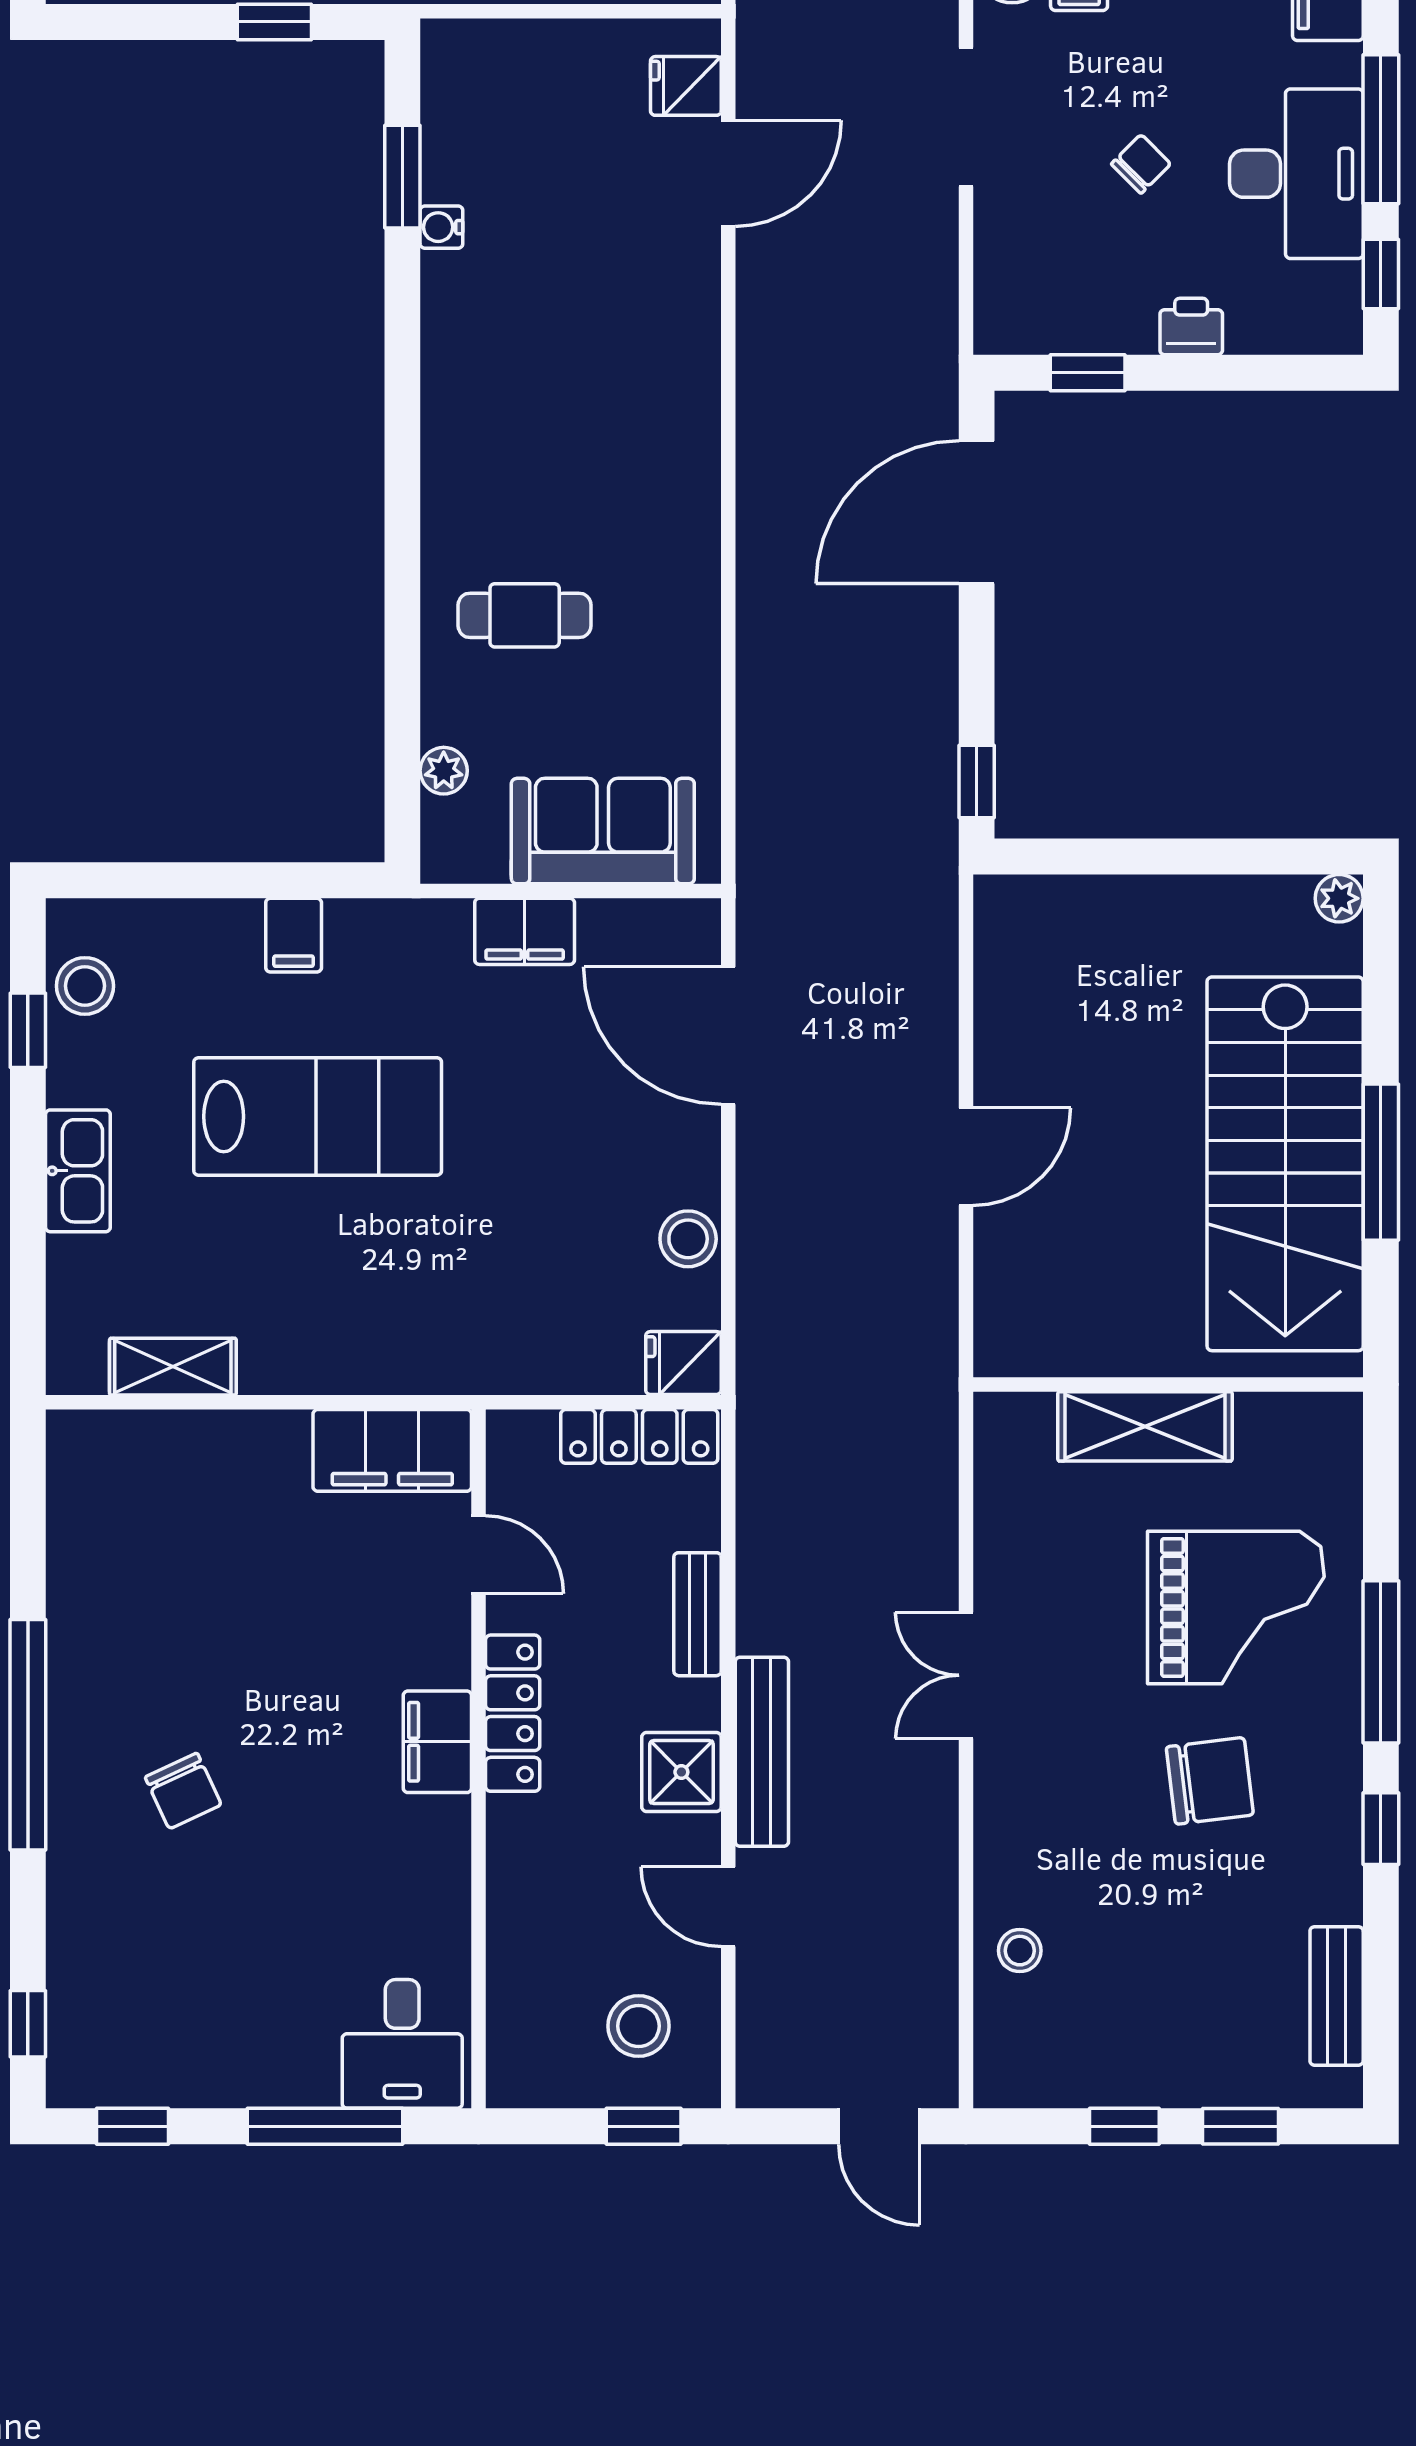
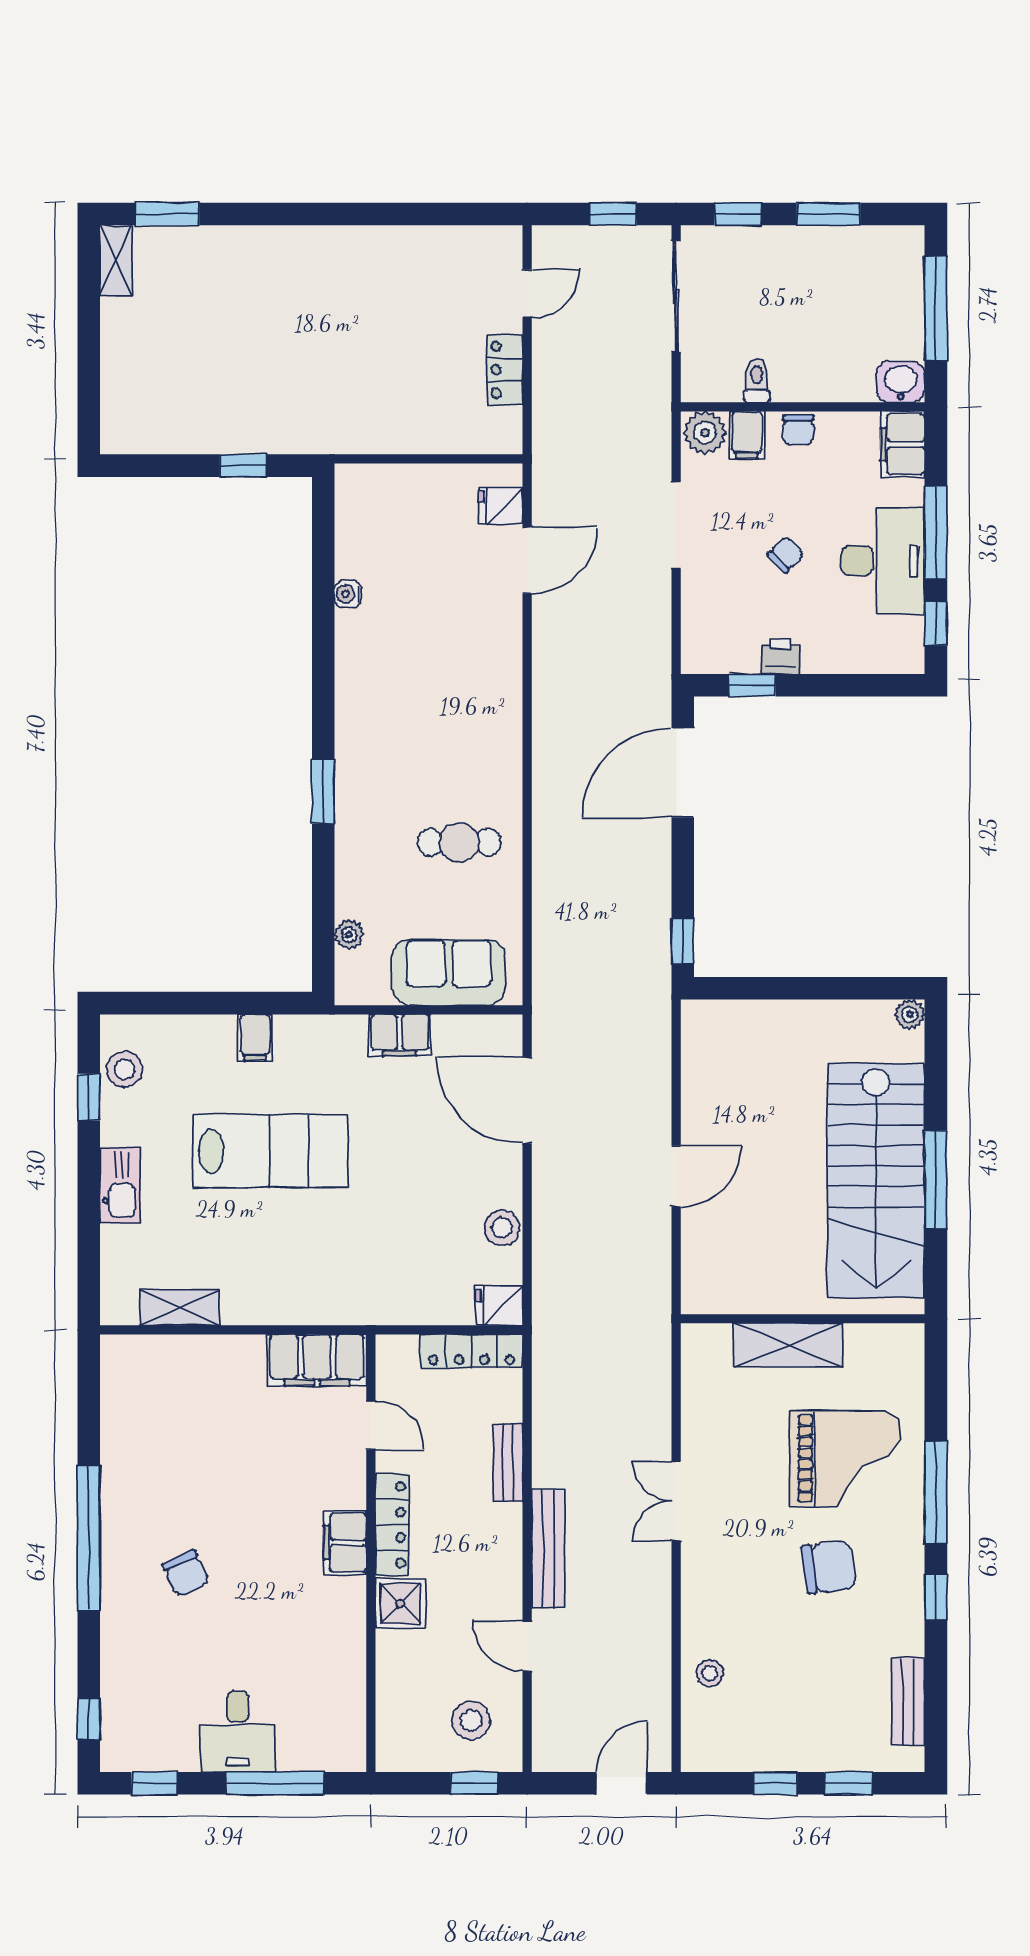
window: (402, 177) -> (323, 791), moved
printer: (1191, 327) -> (781, 656), moved
cafe table: (525, 615) -> (459, 842), moved
shower: (681, 1772) -> (400, 1603), moved
desk: (402, 2044) -> (238, 1732), moved
door: (879, 2126) -> (622, 1783), swing flipped

